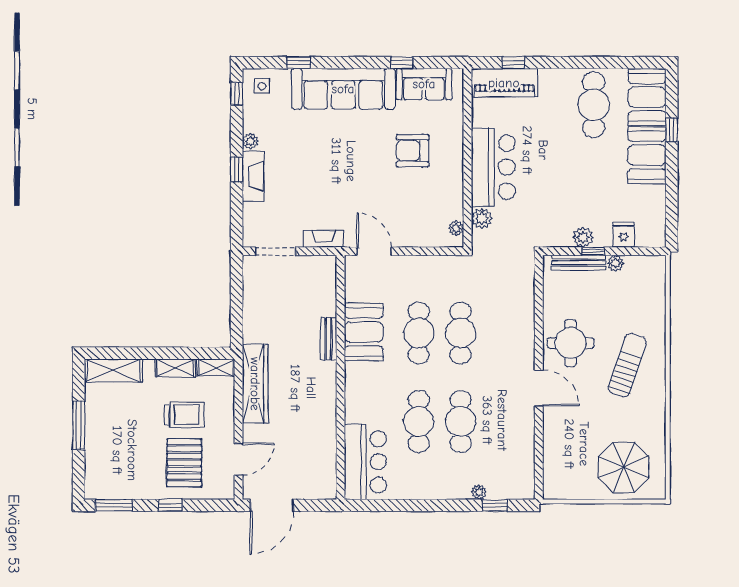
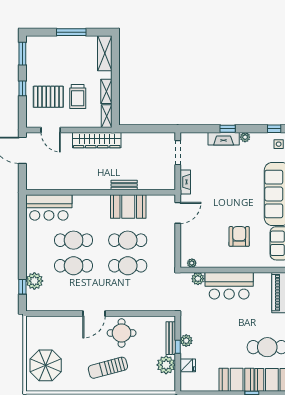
plant: (616, 263) -> (166, 365), width x1.87, depth x1.87
sun lounger: (627, 365) -> (108, 368), turned 146
plant: (479, 492) -> (34, 281), width x1.88, depth x1.88

